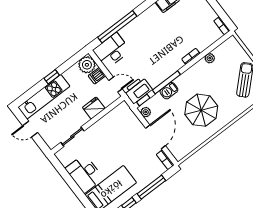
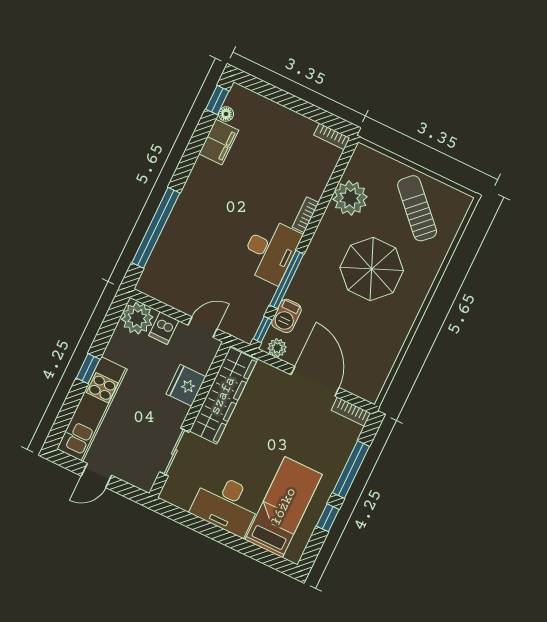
desk: (112, 50) -> (270, 251), moved, turned 180
plant: (210, 58) -> (350, 198), width x1.87, depth x1.87
printer: (138, 90) -> (245, 317), removed
barbecue: (169, 91) -> (286, 316), moved
parasol: (201, 110) -> (372, 269), moved
wardrobe: (109, 122) -> (223, 396), added

